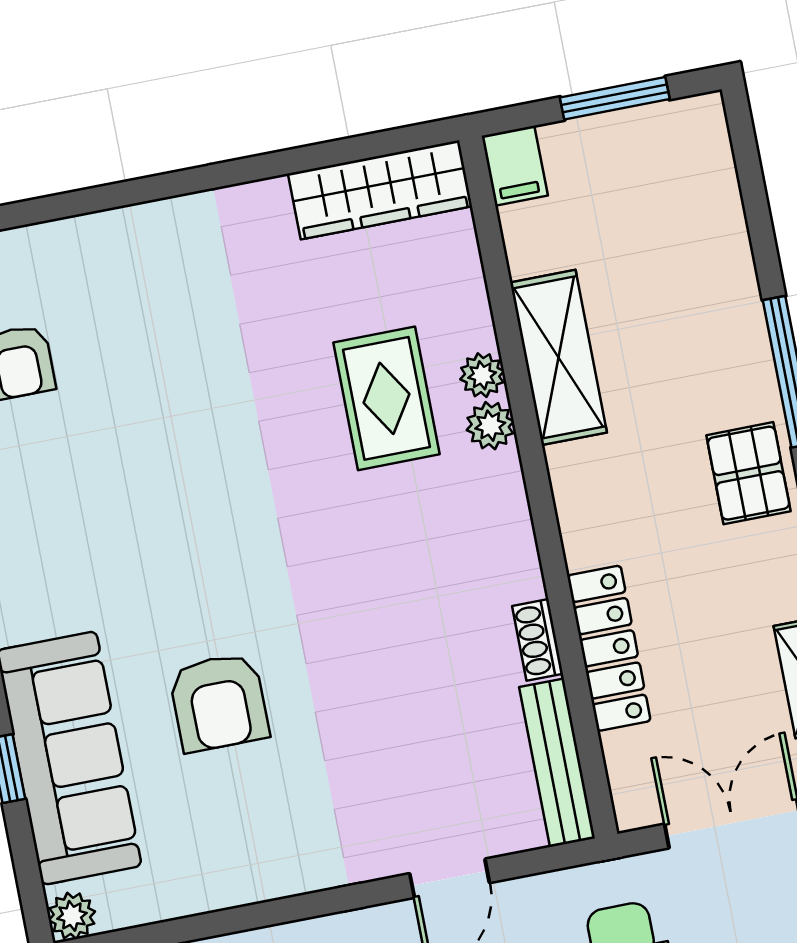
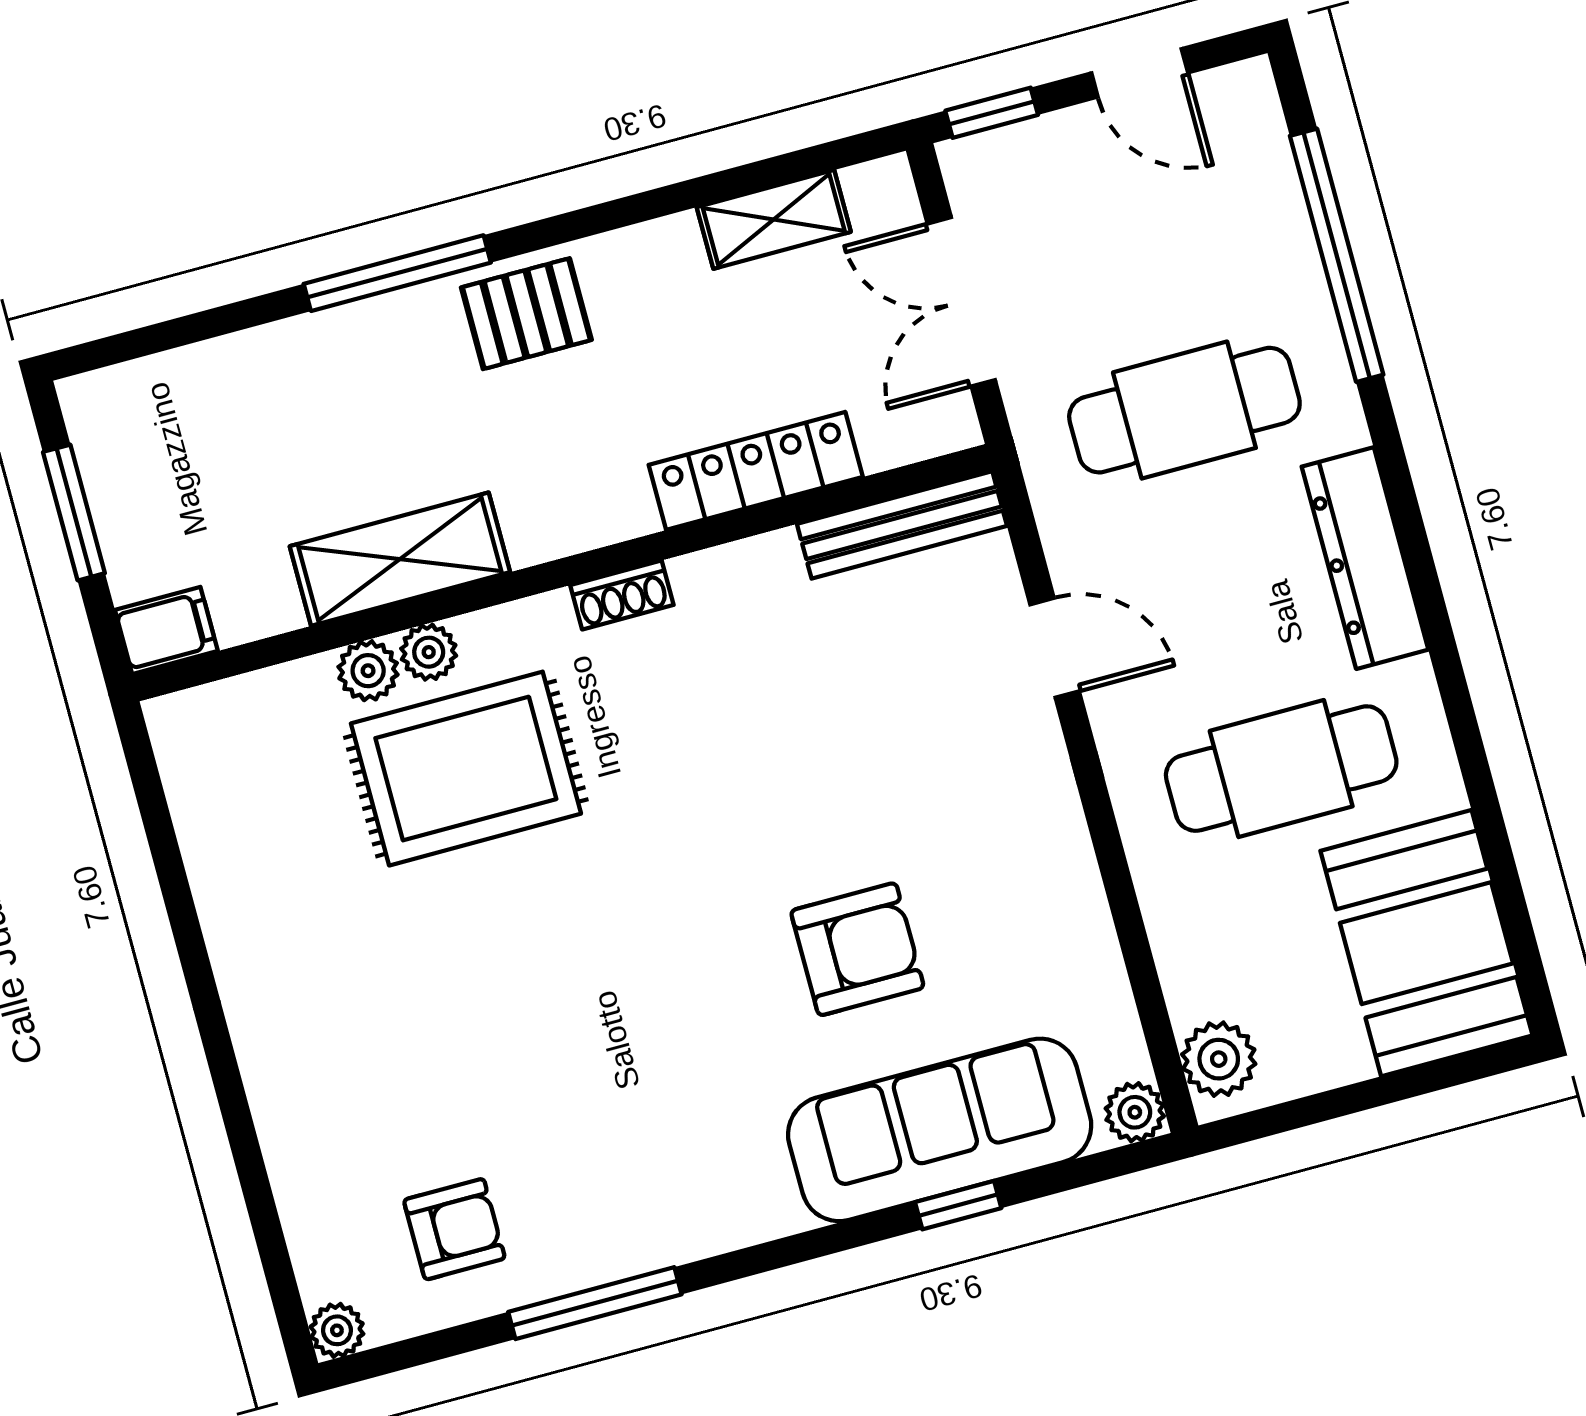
wardrobe: (380, 190) -> (208, 795), removed
rug: (387, 398) -> (466, 769), width x1.36, depth x1.43
plant: (490, 426) -> (368, 671), moved
shoe rack: (538, 640) -> (622, 595), moved

